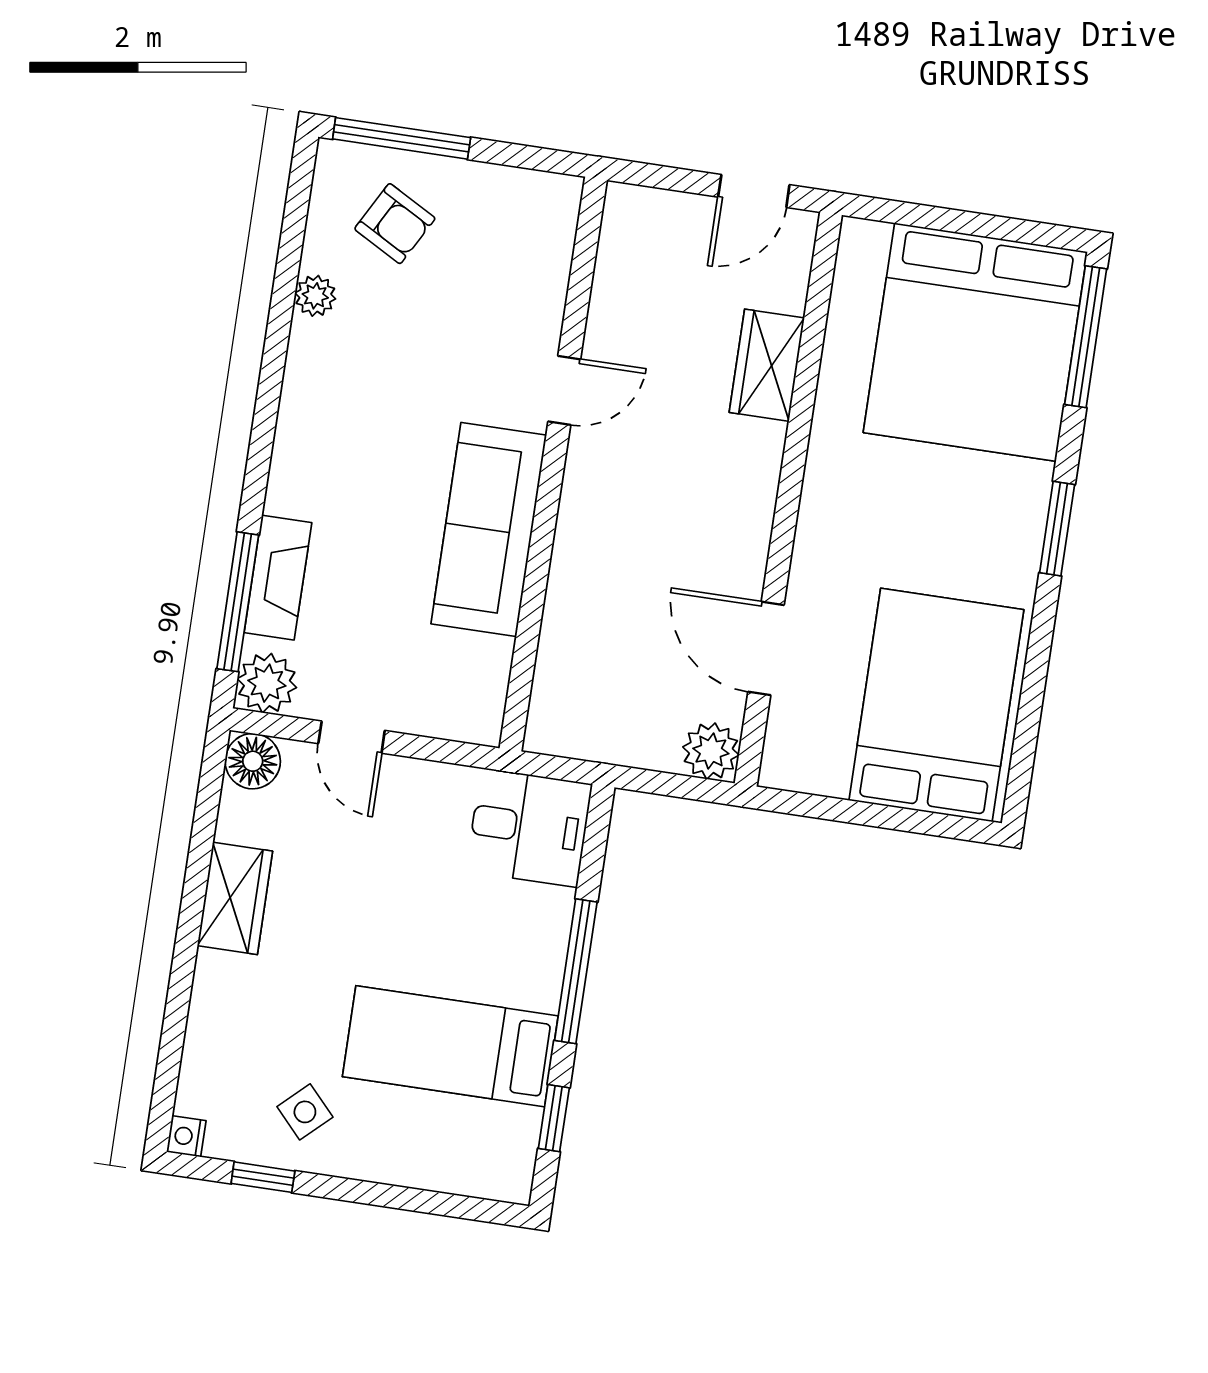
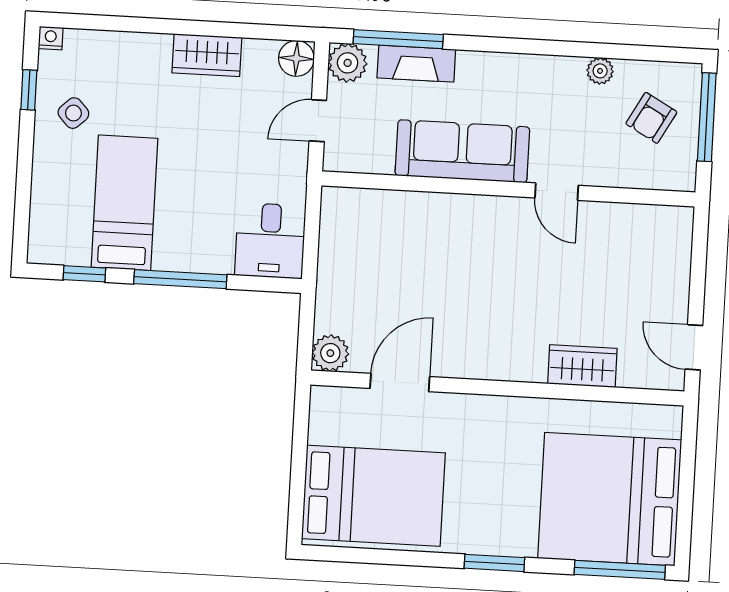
door: (564, 390) -> (557, 192), moved
wall: (553, 464) -> (508, 189), moved
sofa: (489, 529) -> (462, 151), moved

